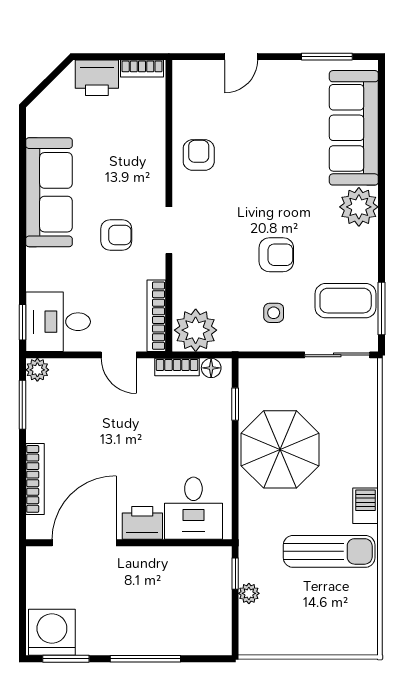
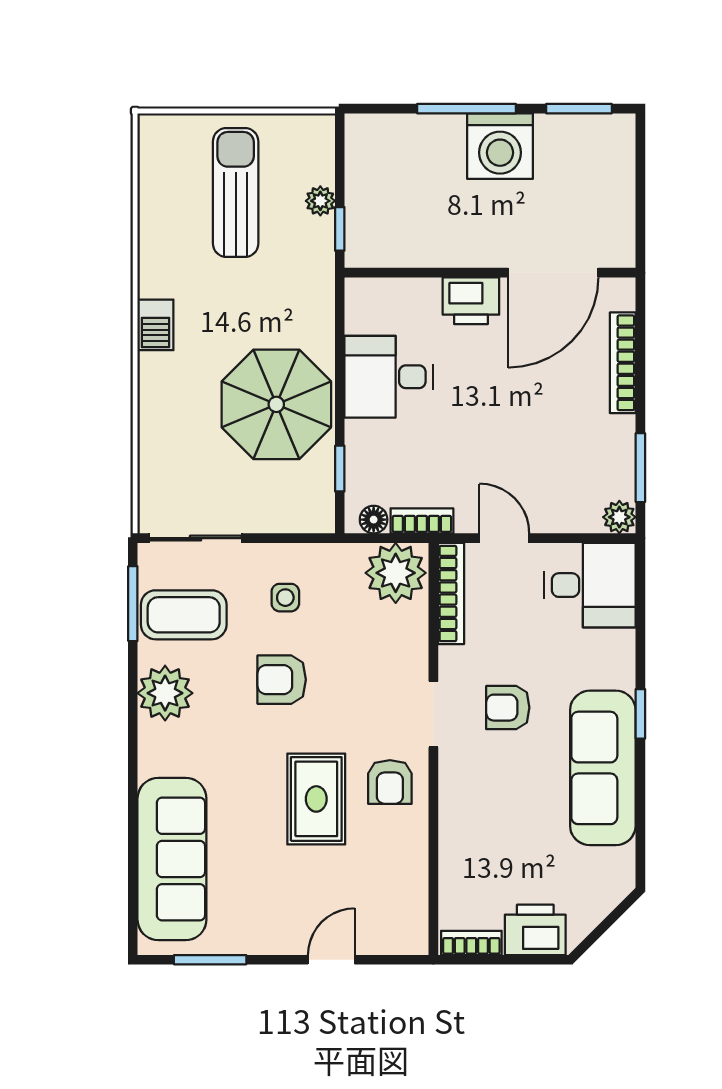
armchair: (199, 155) -> (390, 782), moved
rug: (252, 170) -> (316, 799), added
plant: (359, 207) -> (165, 693), moved
window: (22, 322) -> (640, 714), moved
desk: (193, 508) -> (389, 377), moved, turned -90
sun lounger: (329, 551) -> (236, 192), moved, turned 90
washing machine: (52, 632) -> (500, 146), moved

